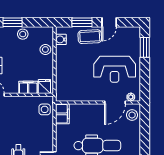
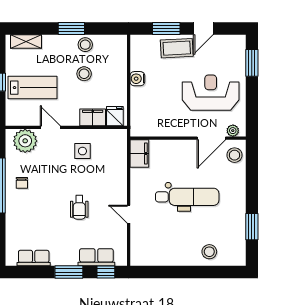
water cooler: (61, 39) -> (137, 79), moved
stool: (45, 49) -> (84, 74), moved
reception desk: (115, 69) -> (211, 93), turned 180
side table: (45, 109) -> (82, 151), moved

